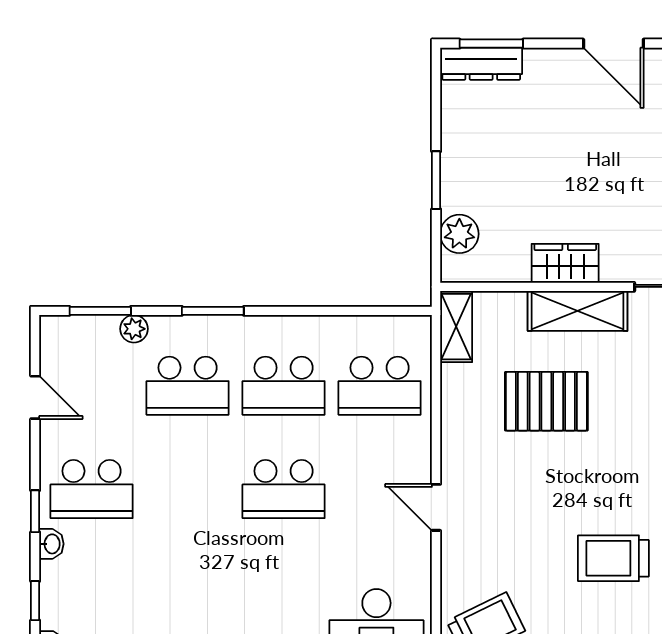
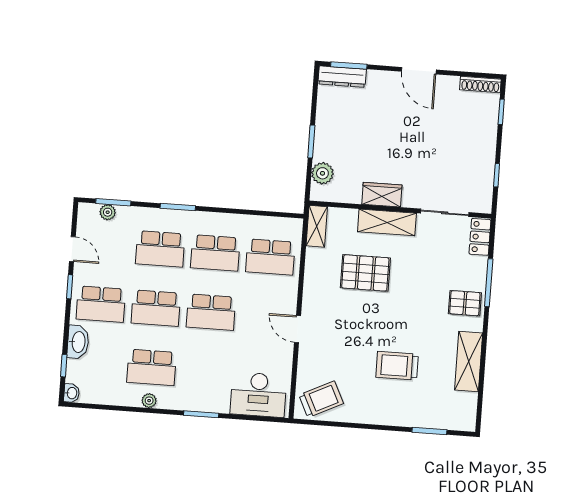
plant: (134, 329) -> (108, 212), moved
school desk: (188, 489) -> (156, 308), added
window: (35, 511) -> (70, 287), moved
washbasin: (51, 544) -> (78, 342), width x1.91, depth x1.45
school desk: (188, 592) -> (152, 367), added

